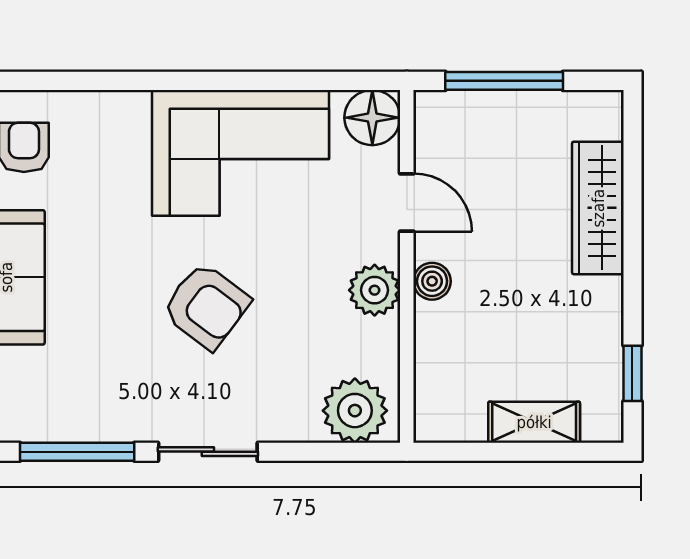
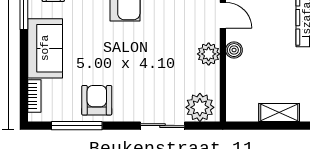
armchair: (206, 306) -> (97, 100), moved, turned -127
sliding door: (208, 452) -> (162, 126), moved

